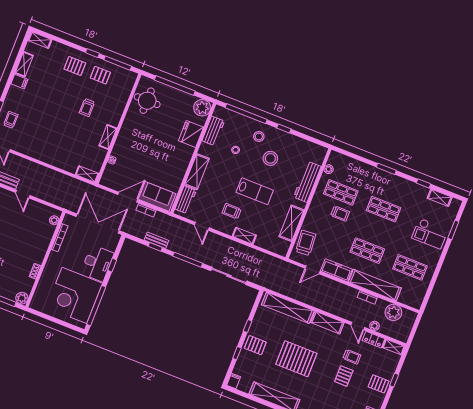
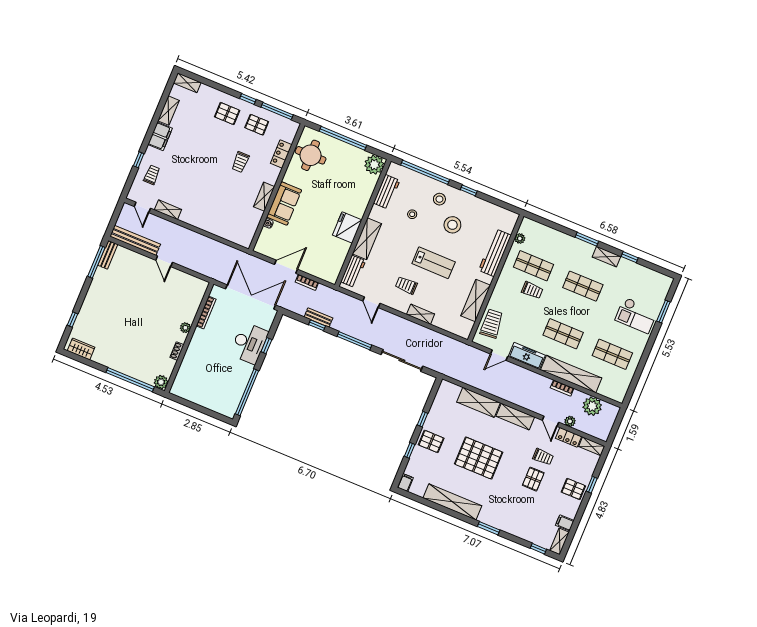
filing cabinet: (19, 82) -> (160, 136), width x2.00
locker: (122, 100) -> (281, 154), added
fridge: (191, 134) -> (347, 227), moved
shelving: (87, 174) -> (168, 210), moved
sofa: (157, 196) -> (284, 203), moved, turned 90
shelving: (440, 198) -> (607, 257), moved
plant: (54, 220) -> (185, 328), moved
corner desk: (74, 295) -> (222, 380), removed
shelving: (288, 308) -> (478, 402), width x0.68

